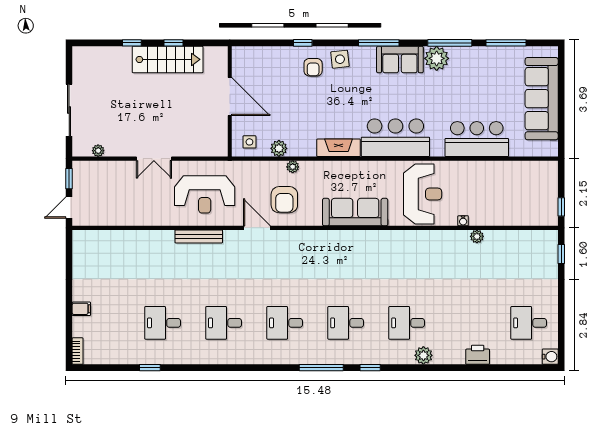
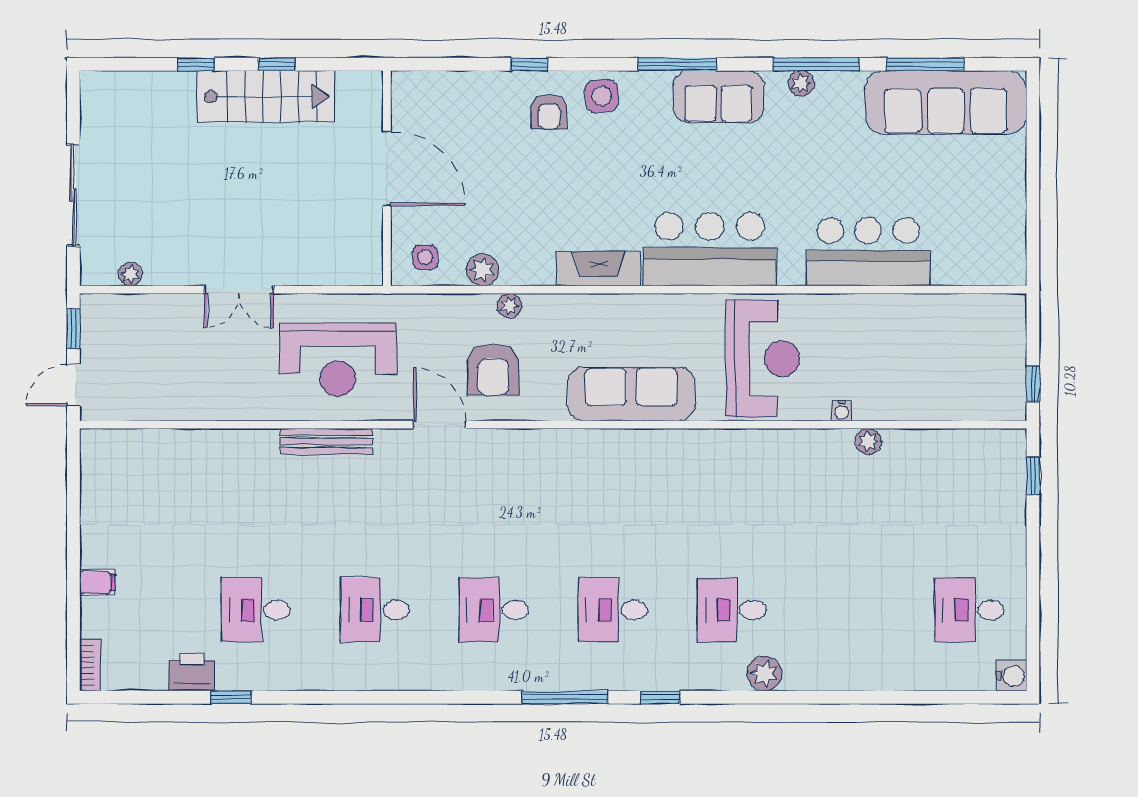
plant: (437, 58) -> (801, 83), width x0.53, depth x0.53
sofa: (542, 99) -> (946, 103), moved, turned -90
printer: (478, 355) -> (192, 672), moved

